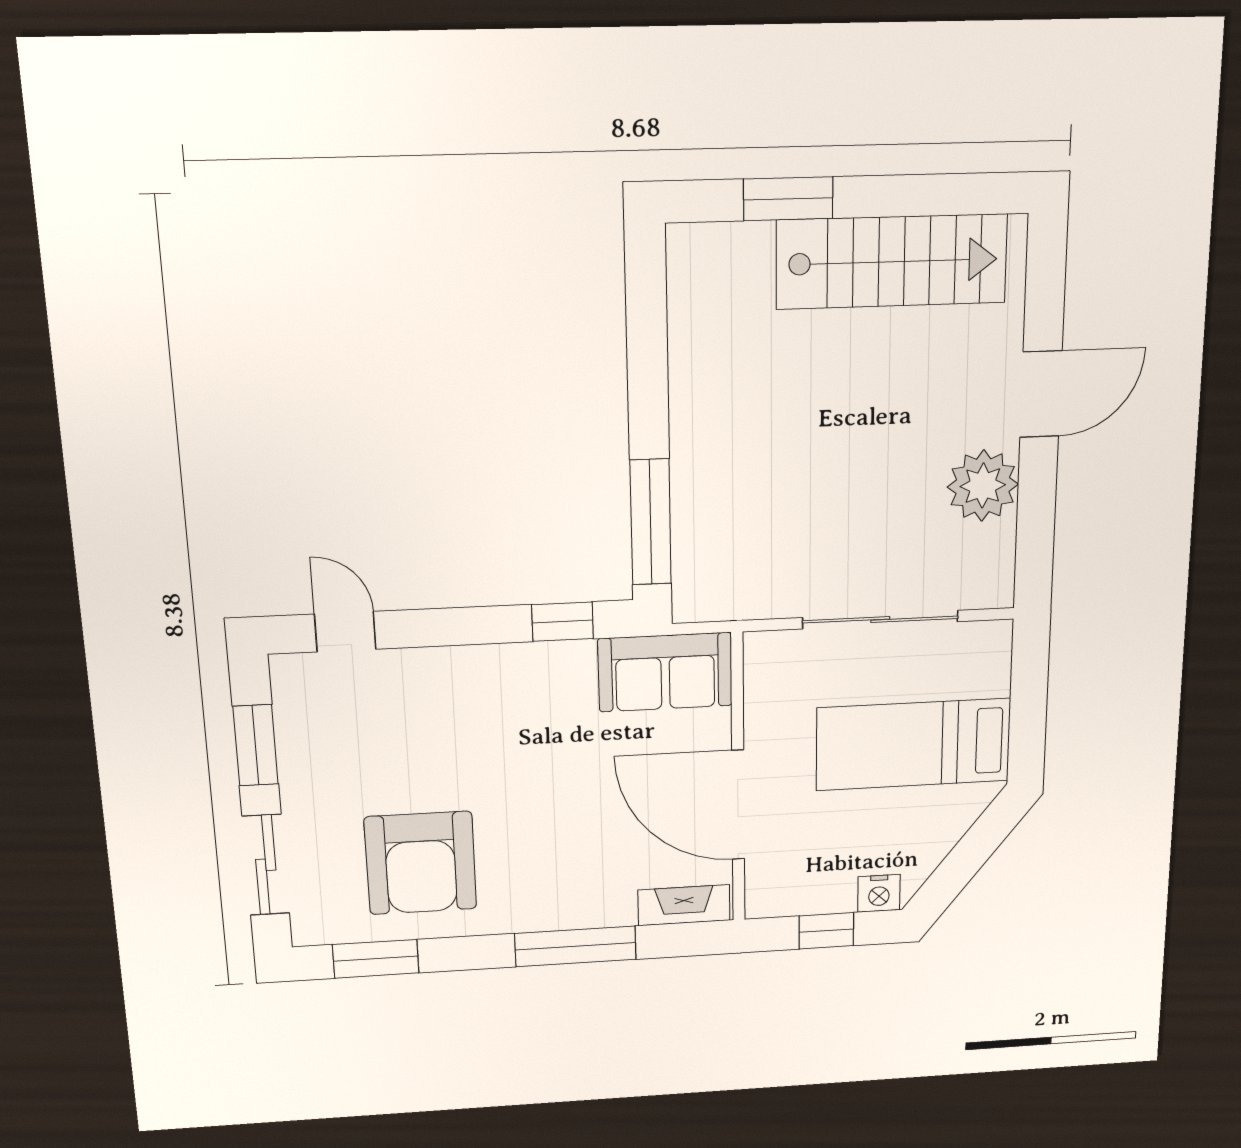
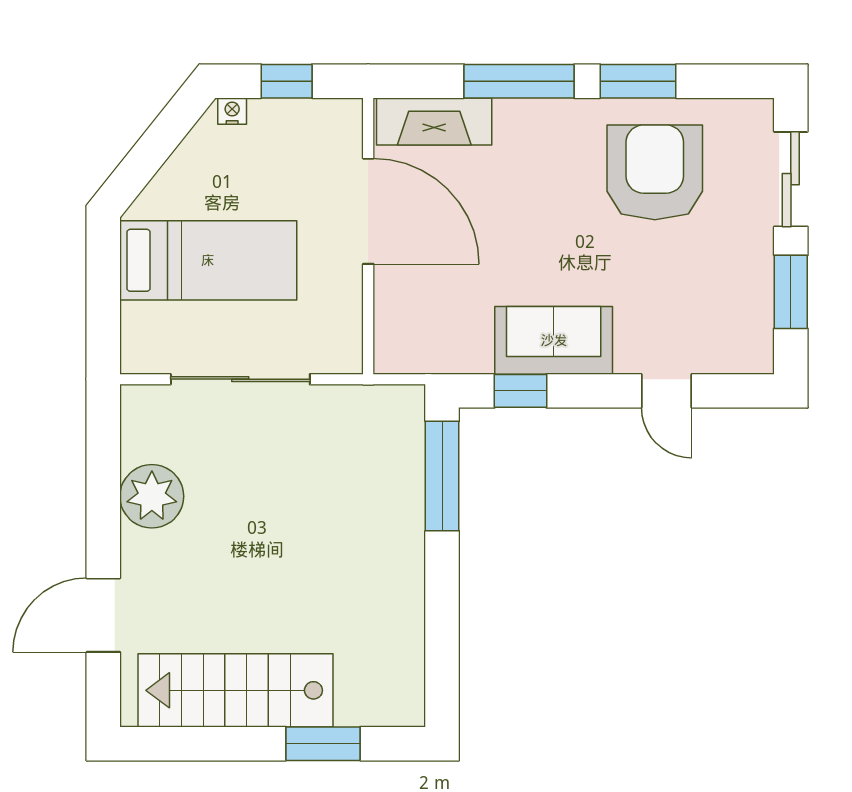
door: (1041, 394) -> (103, 615), moved
door: (345, 632) -> (667, 391), moved
sofa: (665, 672) -> (554, 340), moved
nightstand: (879, 893) -> (232, 111), width x0.72, depth x0.74
fireplace: (684, 905) -> (434, 121), width x1.37, depth x1.32
window: (376, 959) -> (638, 81), moved

